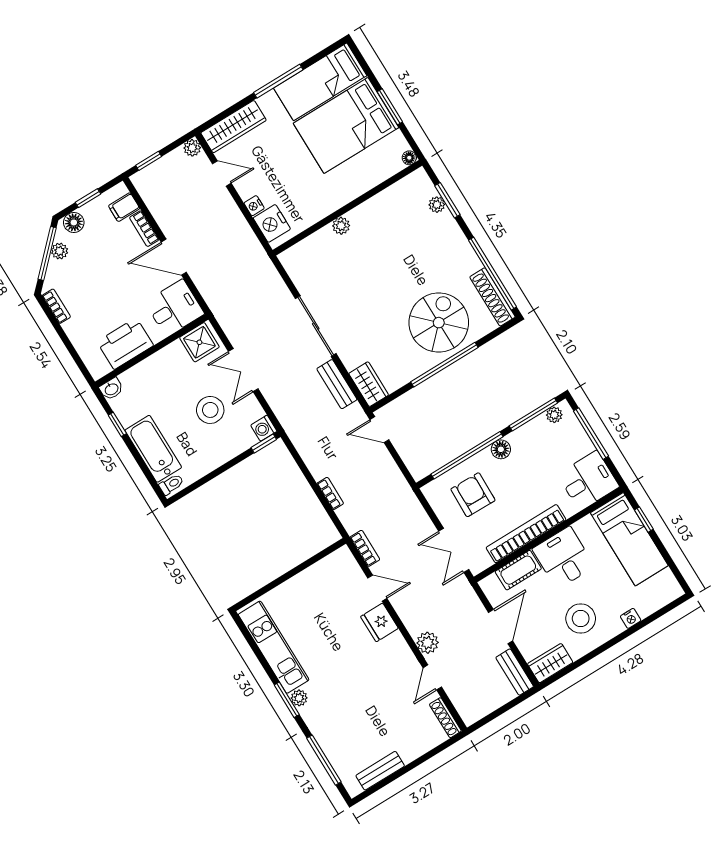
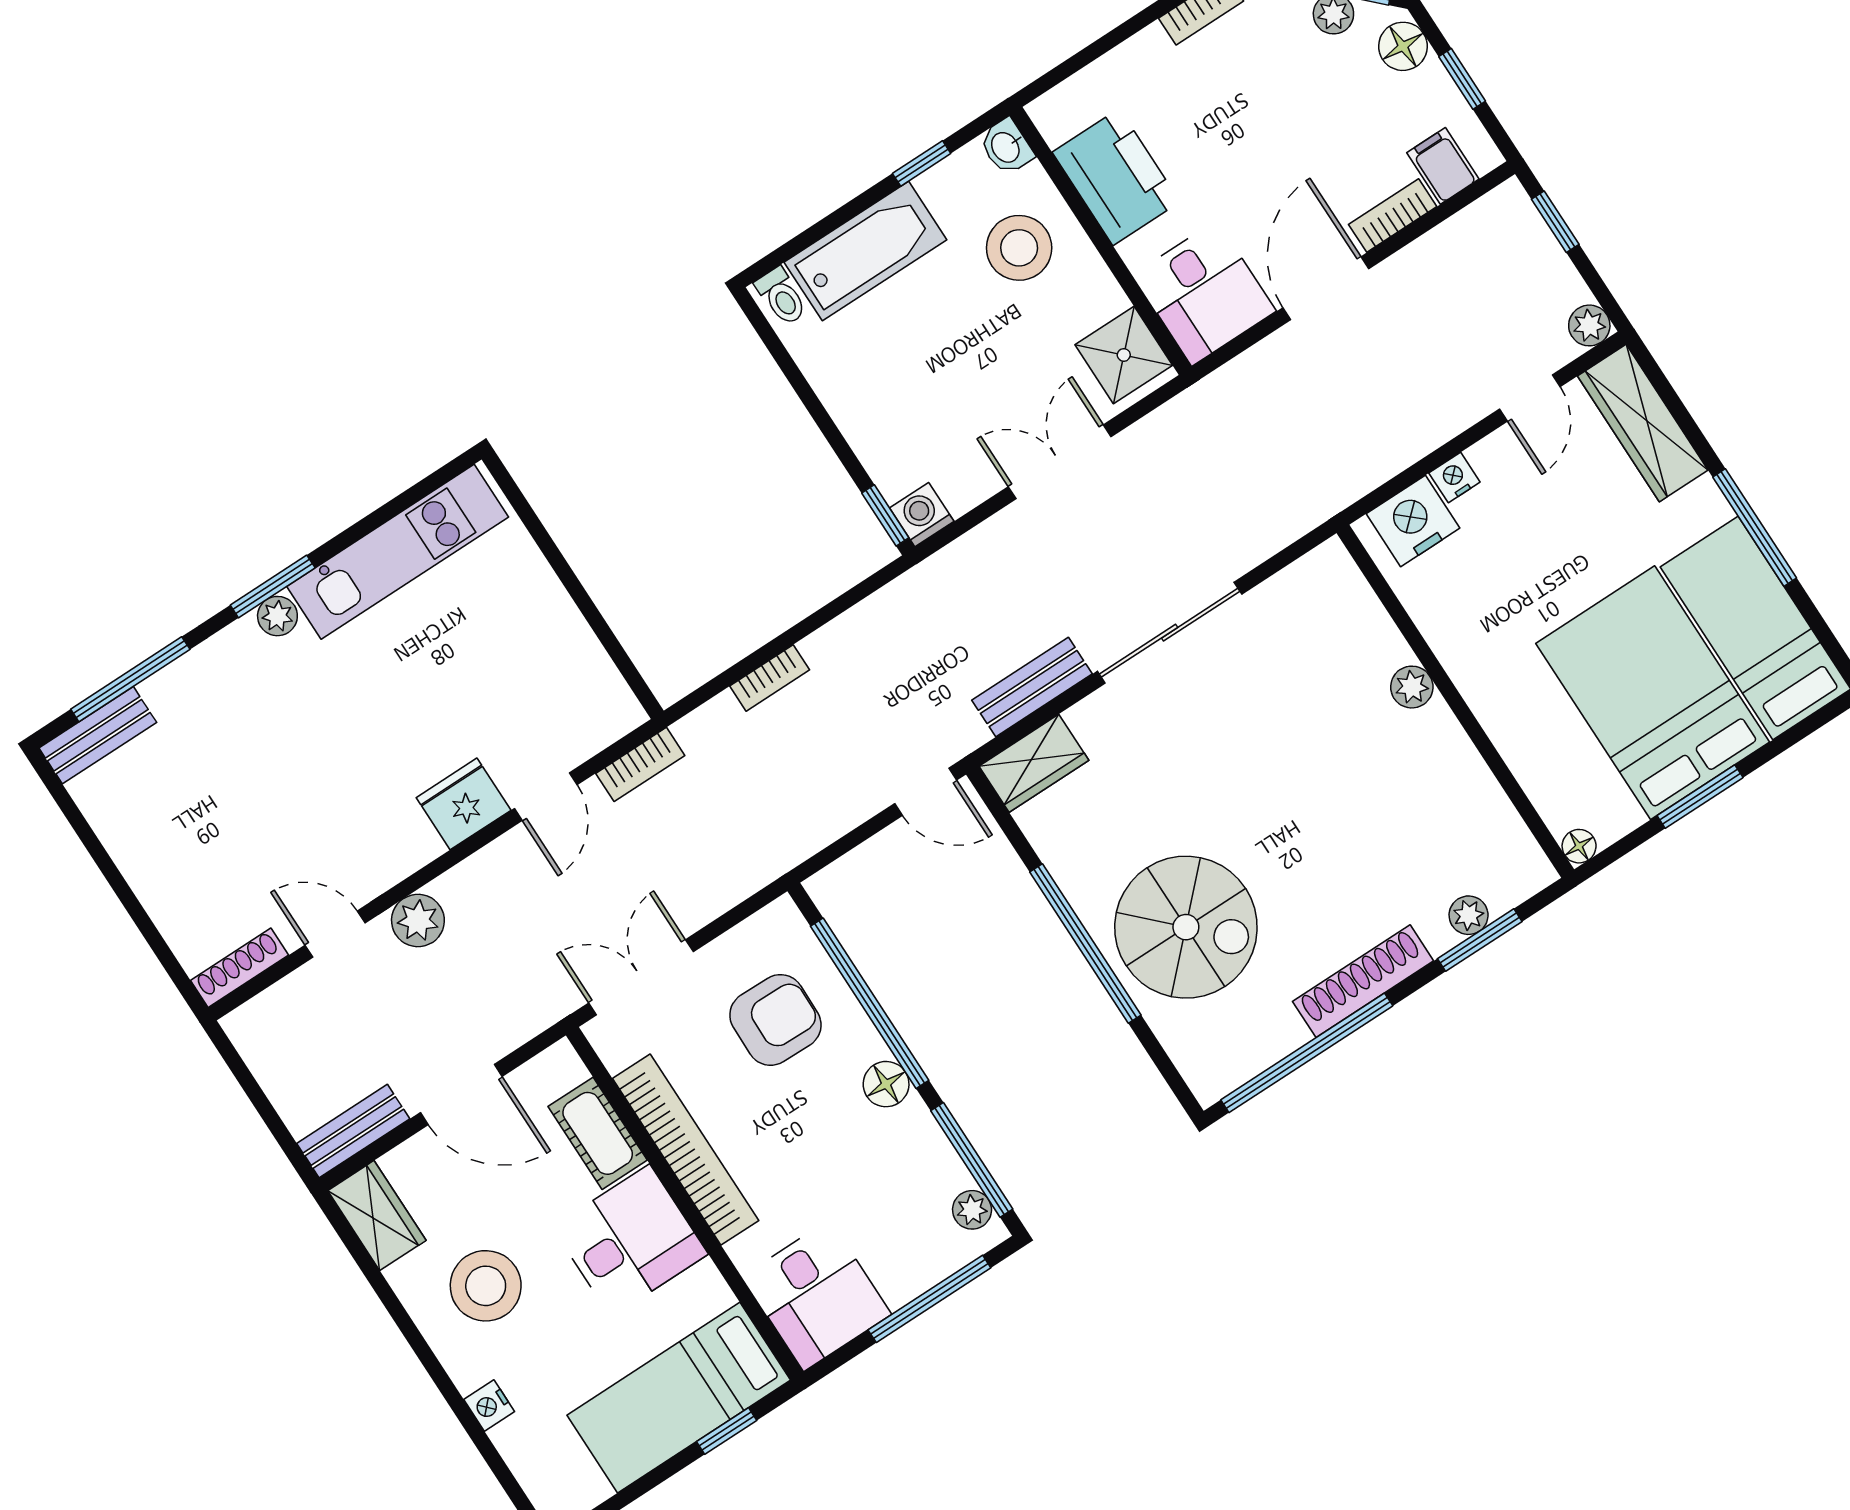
shoe rack: (492, 297) -> (1363, 981), moved
stool: (210, 410) -> (1019, 248), moved
door: (379, 430) -> (926, 792), swing flipped
bench: (380, 771) -> (98, 735), moved, turned 90

